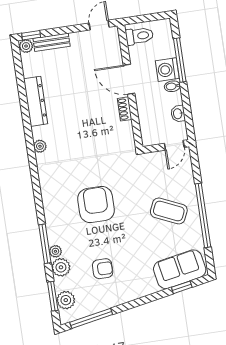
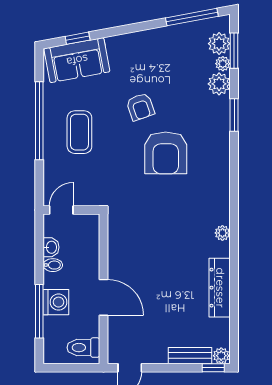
bidet: (172, 86) -> (53, 265), moved
shoe rack: (125, 109) -> (114, 262), removed
coffee table: (169, 211) -> (79, 132), turned 66
window: (45, 244) -> (234, 115), width x0.69
plant: (55, 251) -> (223, 64), moved
armchair: (103, 269) -> (140, 107), moved, turned -109

